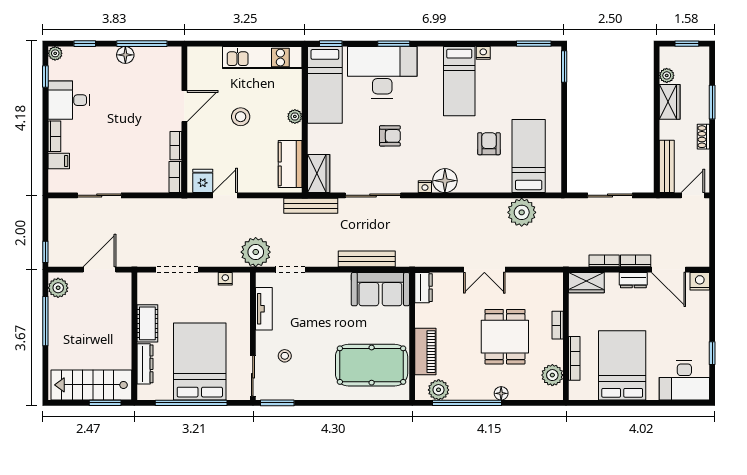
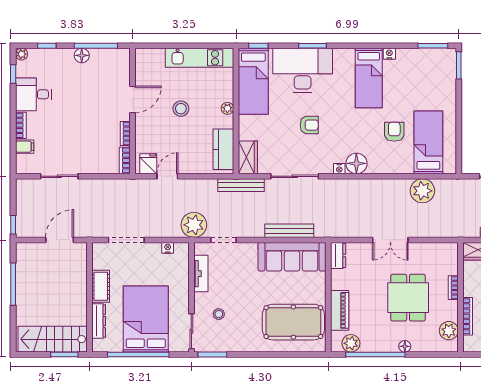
plant: (58, 288) -> (24, 256), removed
sofa: (380, 289) -> (292, 257), width x1.36

